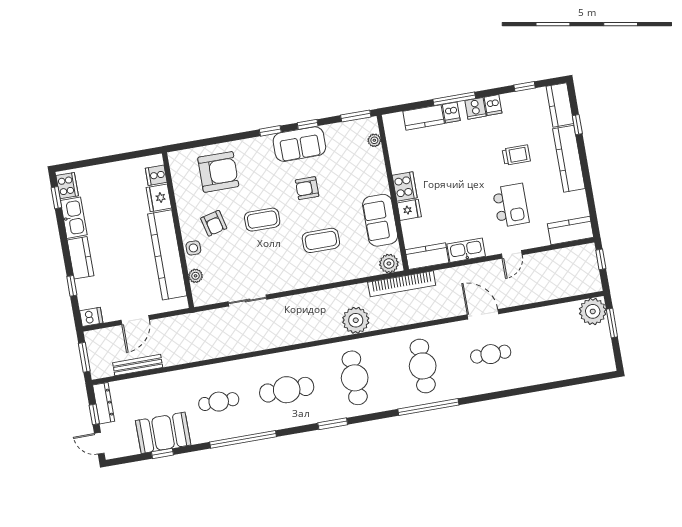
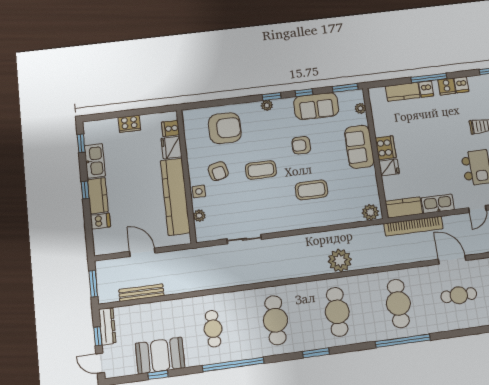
plant: (265, 142) -> (267, 105), added
sofa: (299, 144) -> (316, 106), moved
cooker: (67, 186) -> (129, 124), moved, turned 90
sofa: (380, 220) -> (359, 147), moved
bookcase: (402, 284) -> (413, 226), moved
window: (72, 286) -> (85, 190), moved
dishwasher: (91, 317) -> (100, 221), moved
door: (135, 320) -> (142, 252), swing flipped
cafe table: (287, 390) -> (275, 320), turned 90
cafe table: (219, 402) -> (213, 329), turned 90

